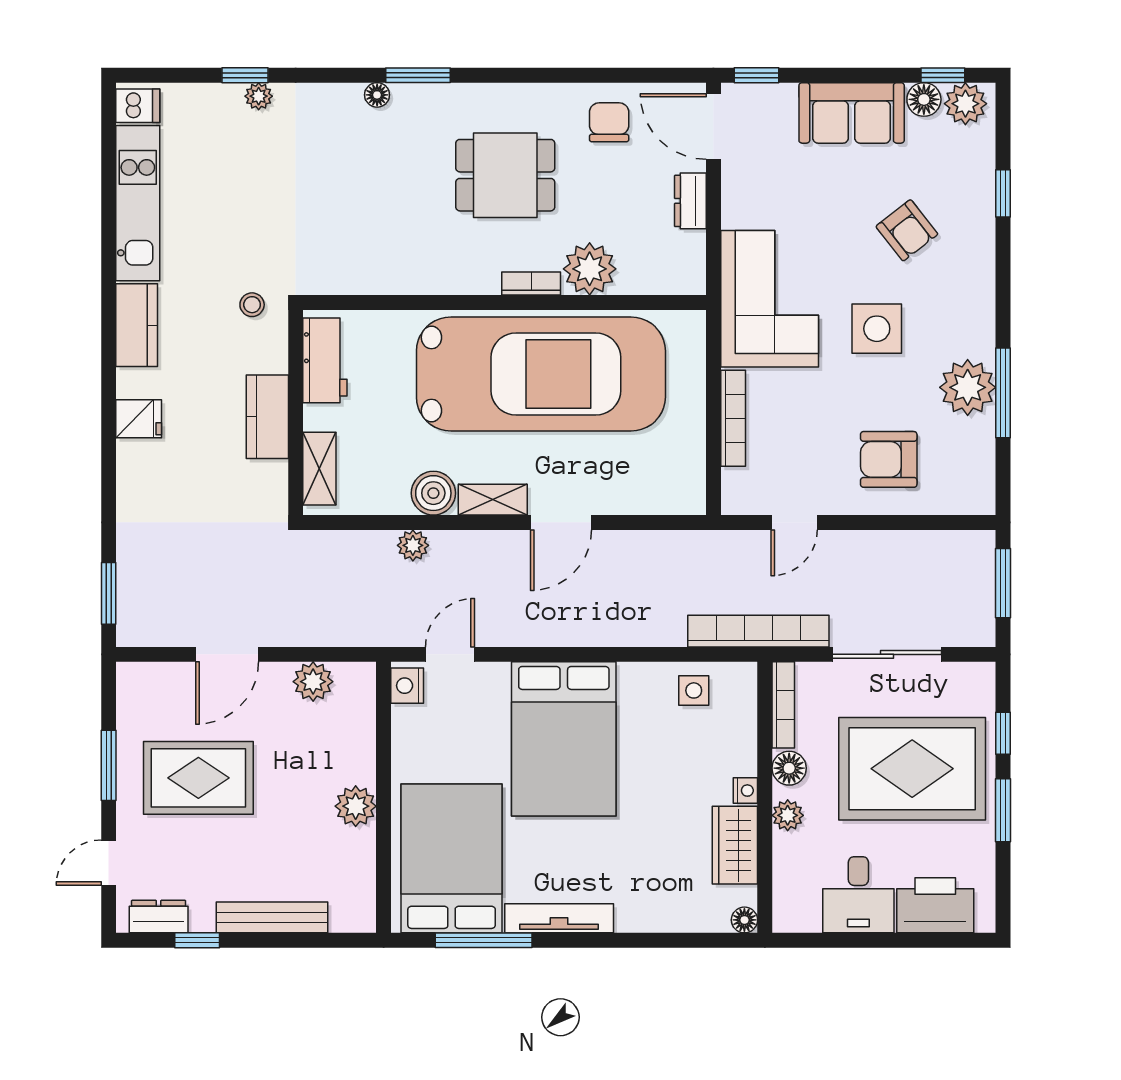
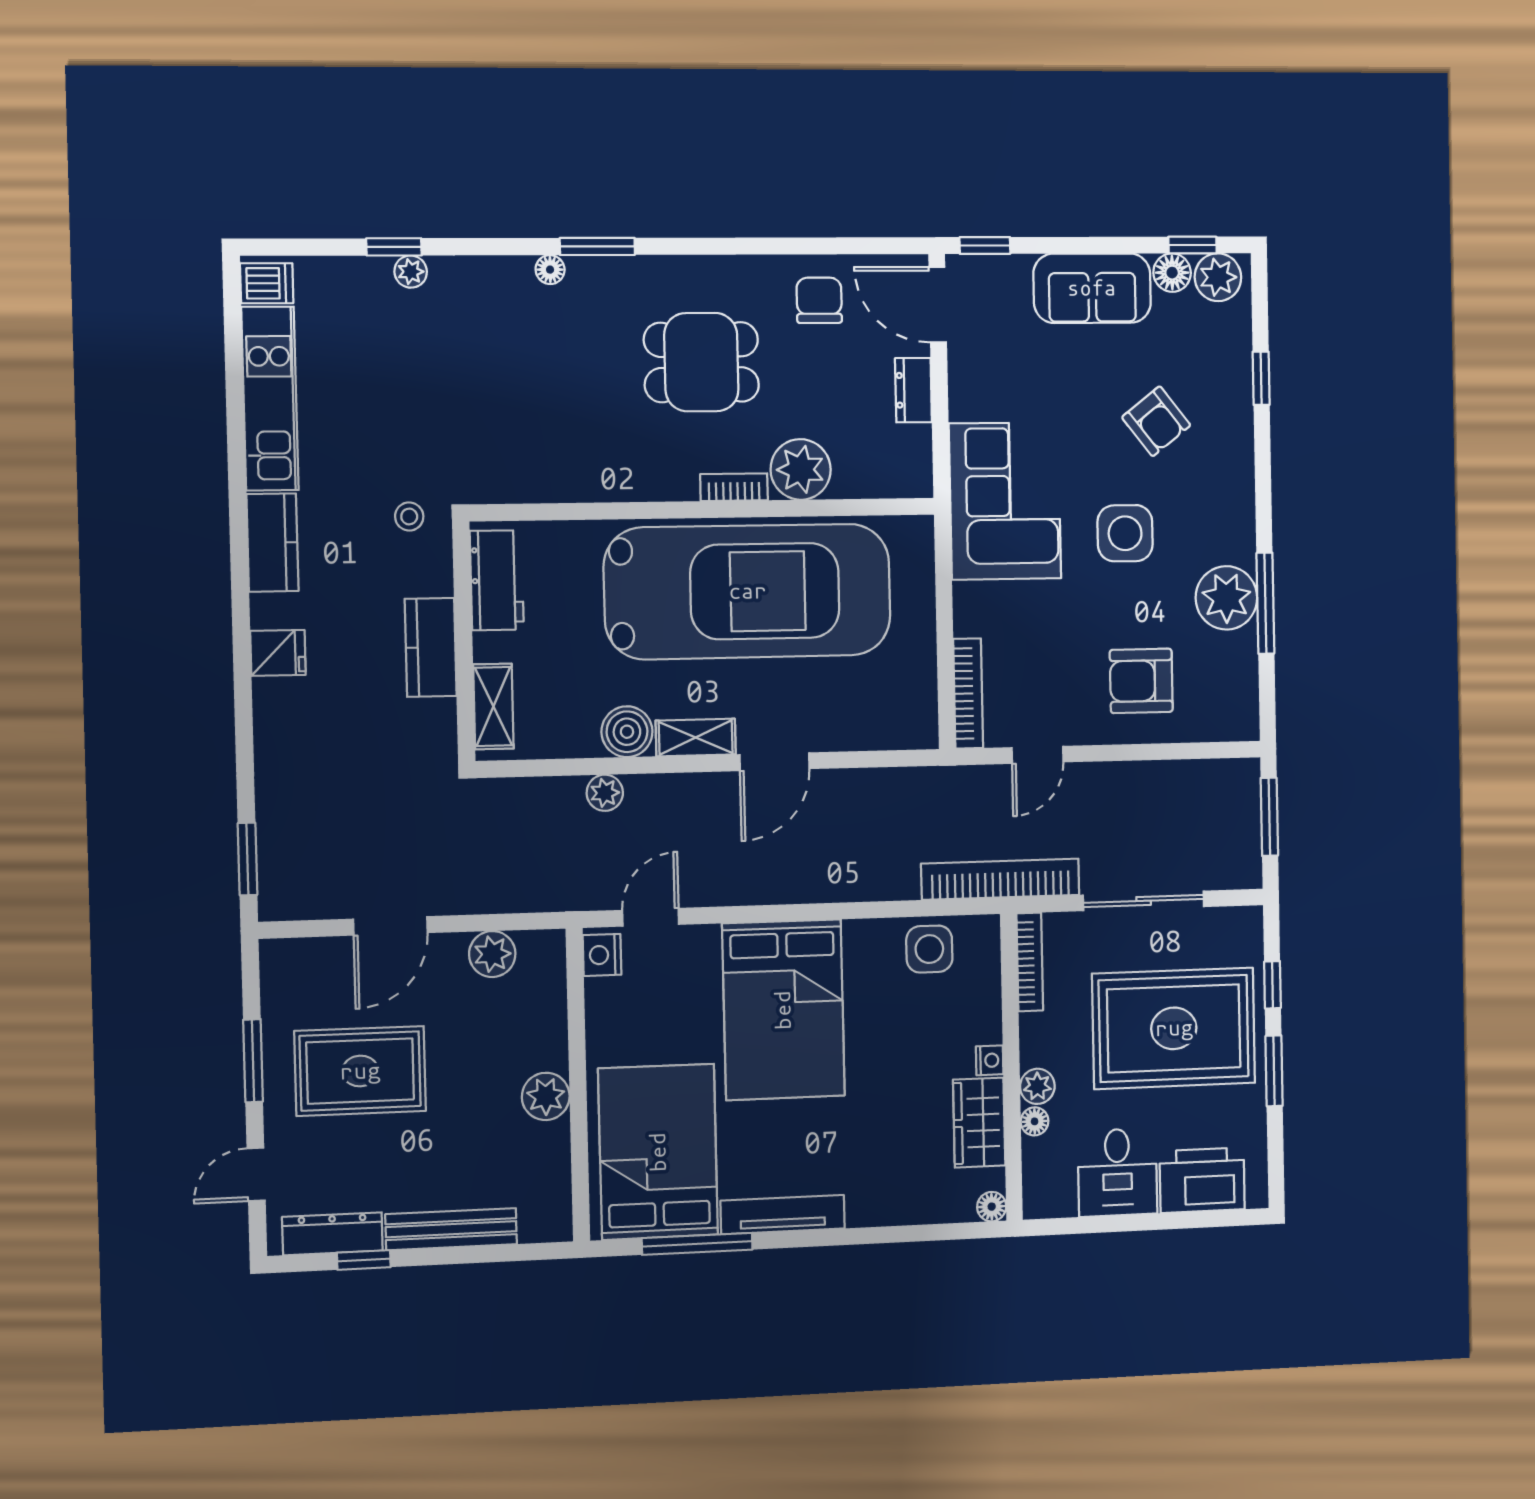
bookcase: (733, 418) -> (968, 693), moved
side table: (694, 690) -> (929, 949), width x1.37, depth x1.37
floor lamp: (789, 768) -> (1035, 1121), moved, width x0.73, depth x0.73
dresser: (159, 917) -> (332, 1234), width x1.44

